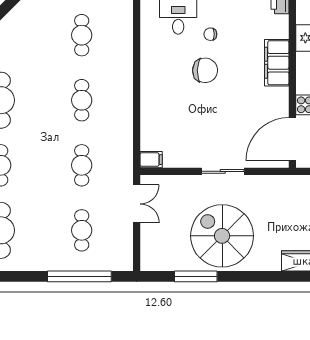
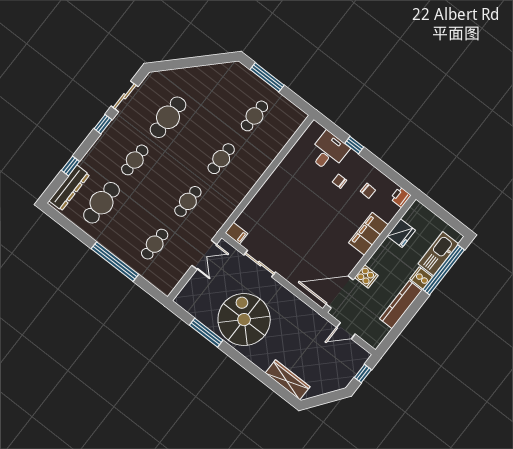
chair: (205, 70) -> (368, 191), moved, width x0.54, depth x0.54
sliding door: (223, 171) -> (260, 264), moved
window: (79, 276) -> (115, 262), moved

